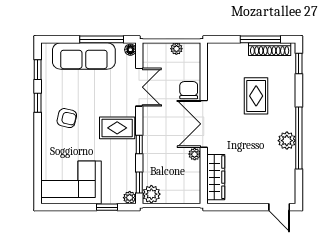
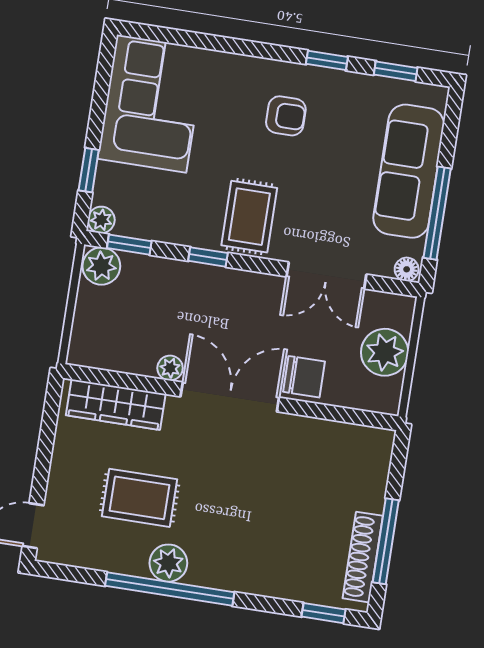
plant: (176, 49) -> (385, 352), width x1.88, depth x1.88
rug: (256, 96) -> (139, 498), moved
armchair: (67, 118) -> (286, 116), turned -103

